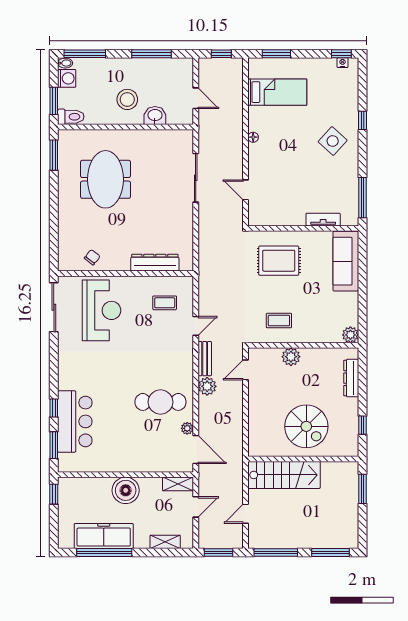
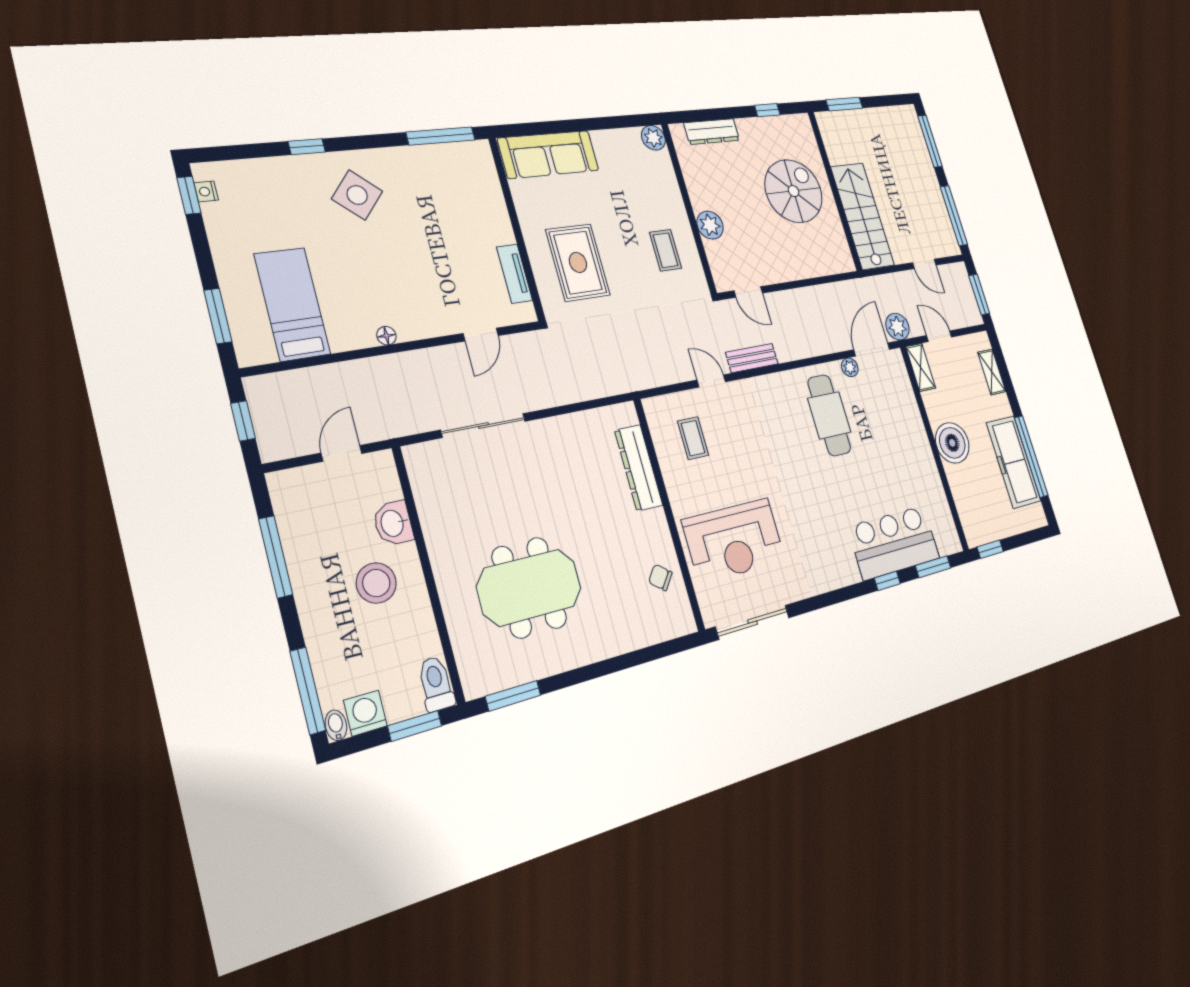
tv unit: (323, 220) -> (515, 274), moved
reception desk: (102, 310) -> (734, 540), turned 180
plant: (207, 386) -> (897, 327), moved

